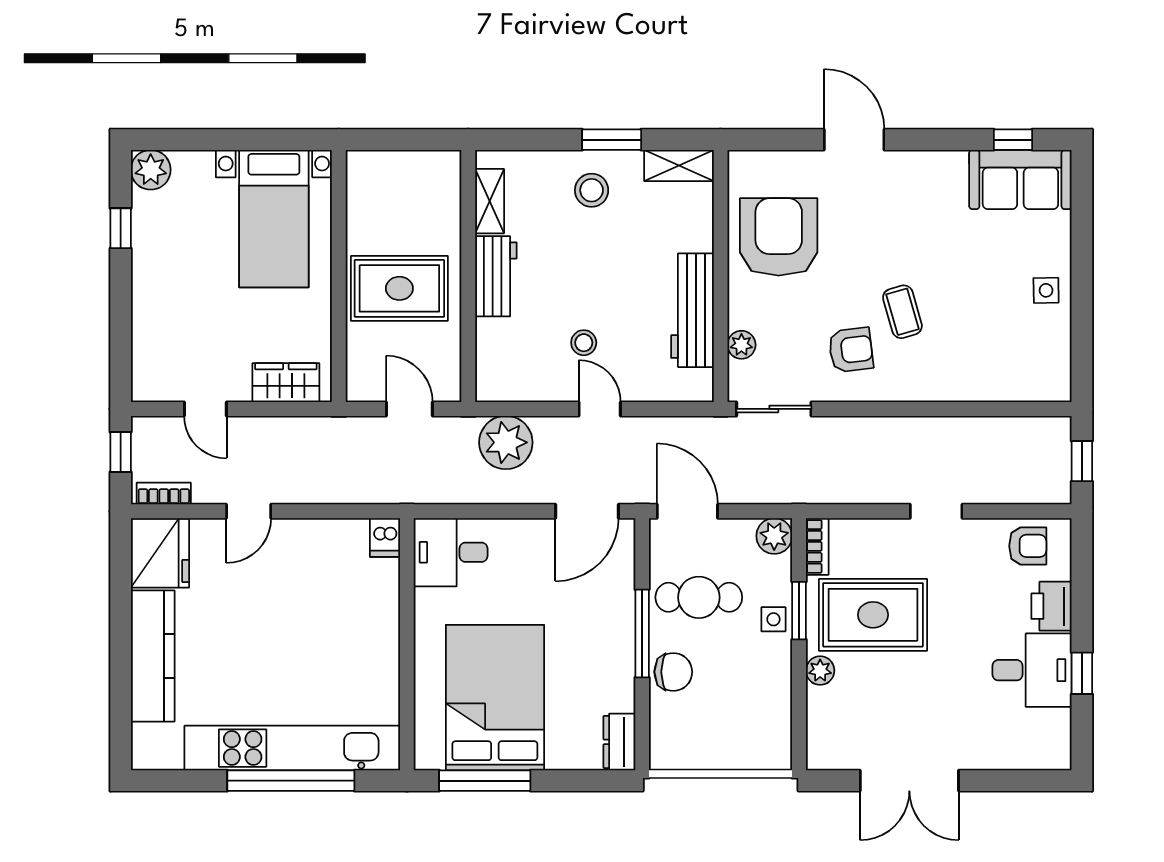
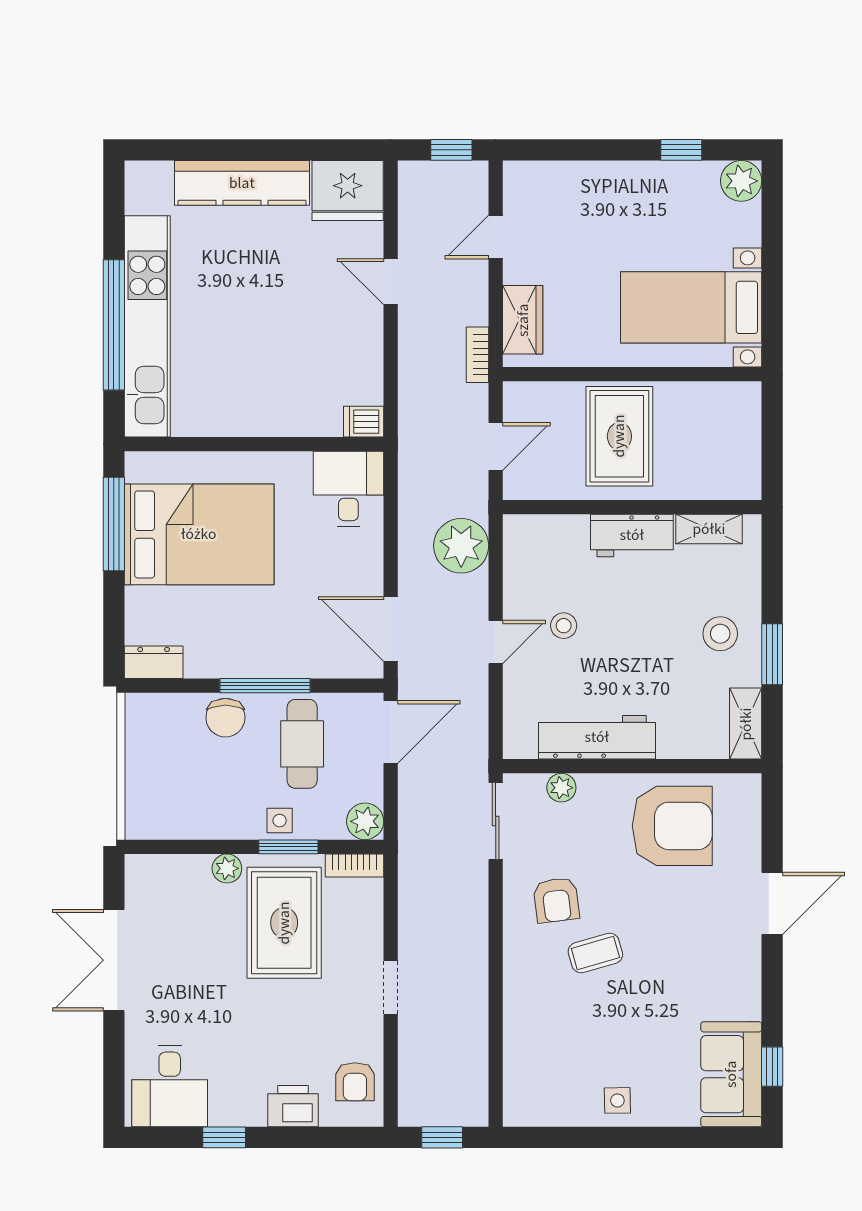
bookcase: (164, 494) -> (477, 355), moved, turned 180
desk: (1032, 670) -> (170, 1086), moved

